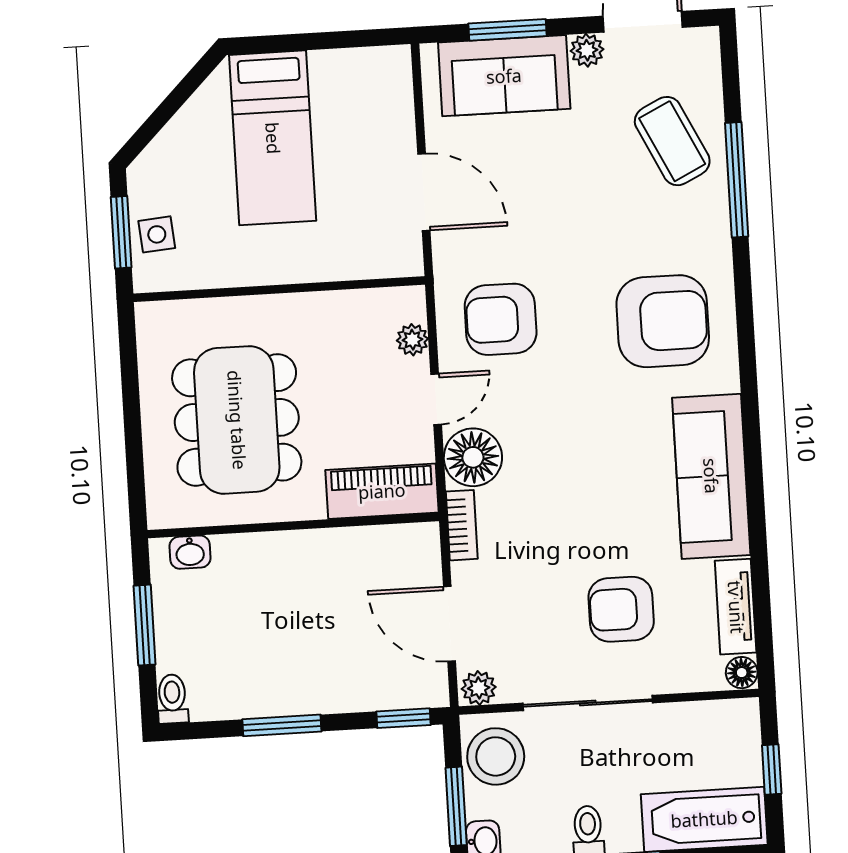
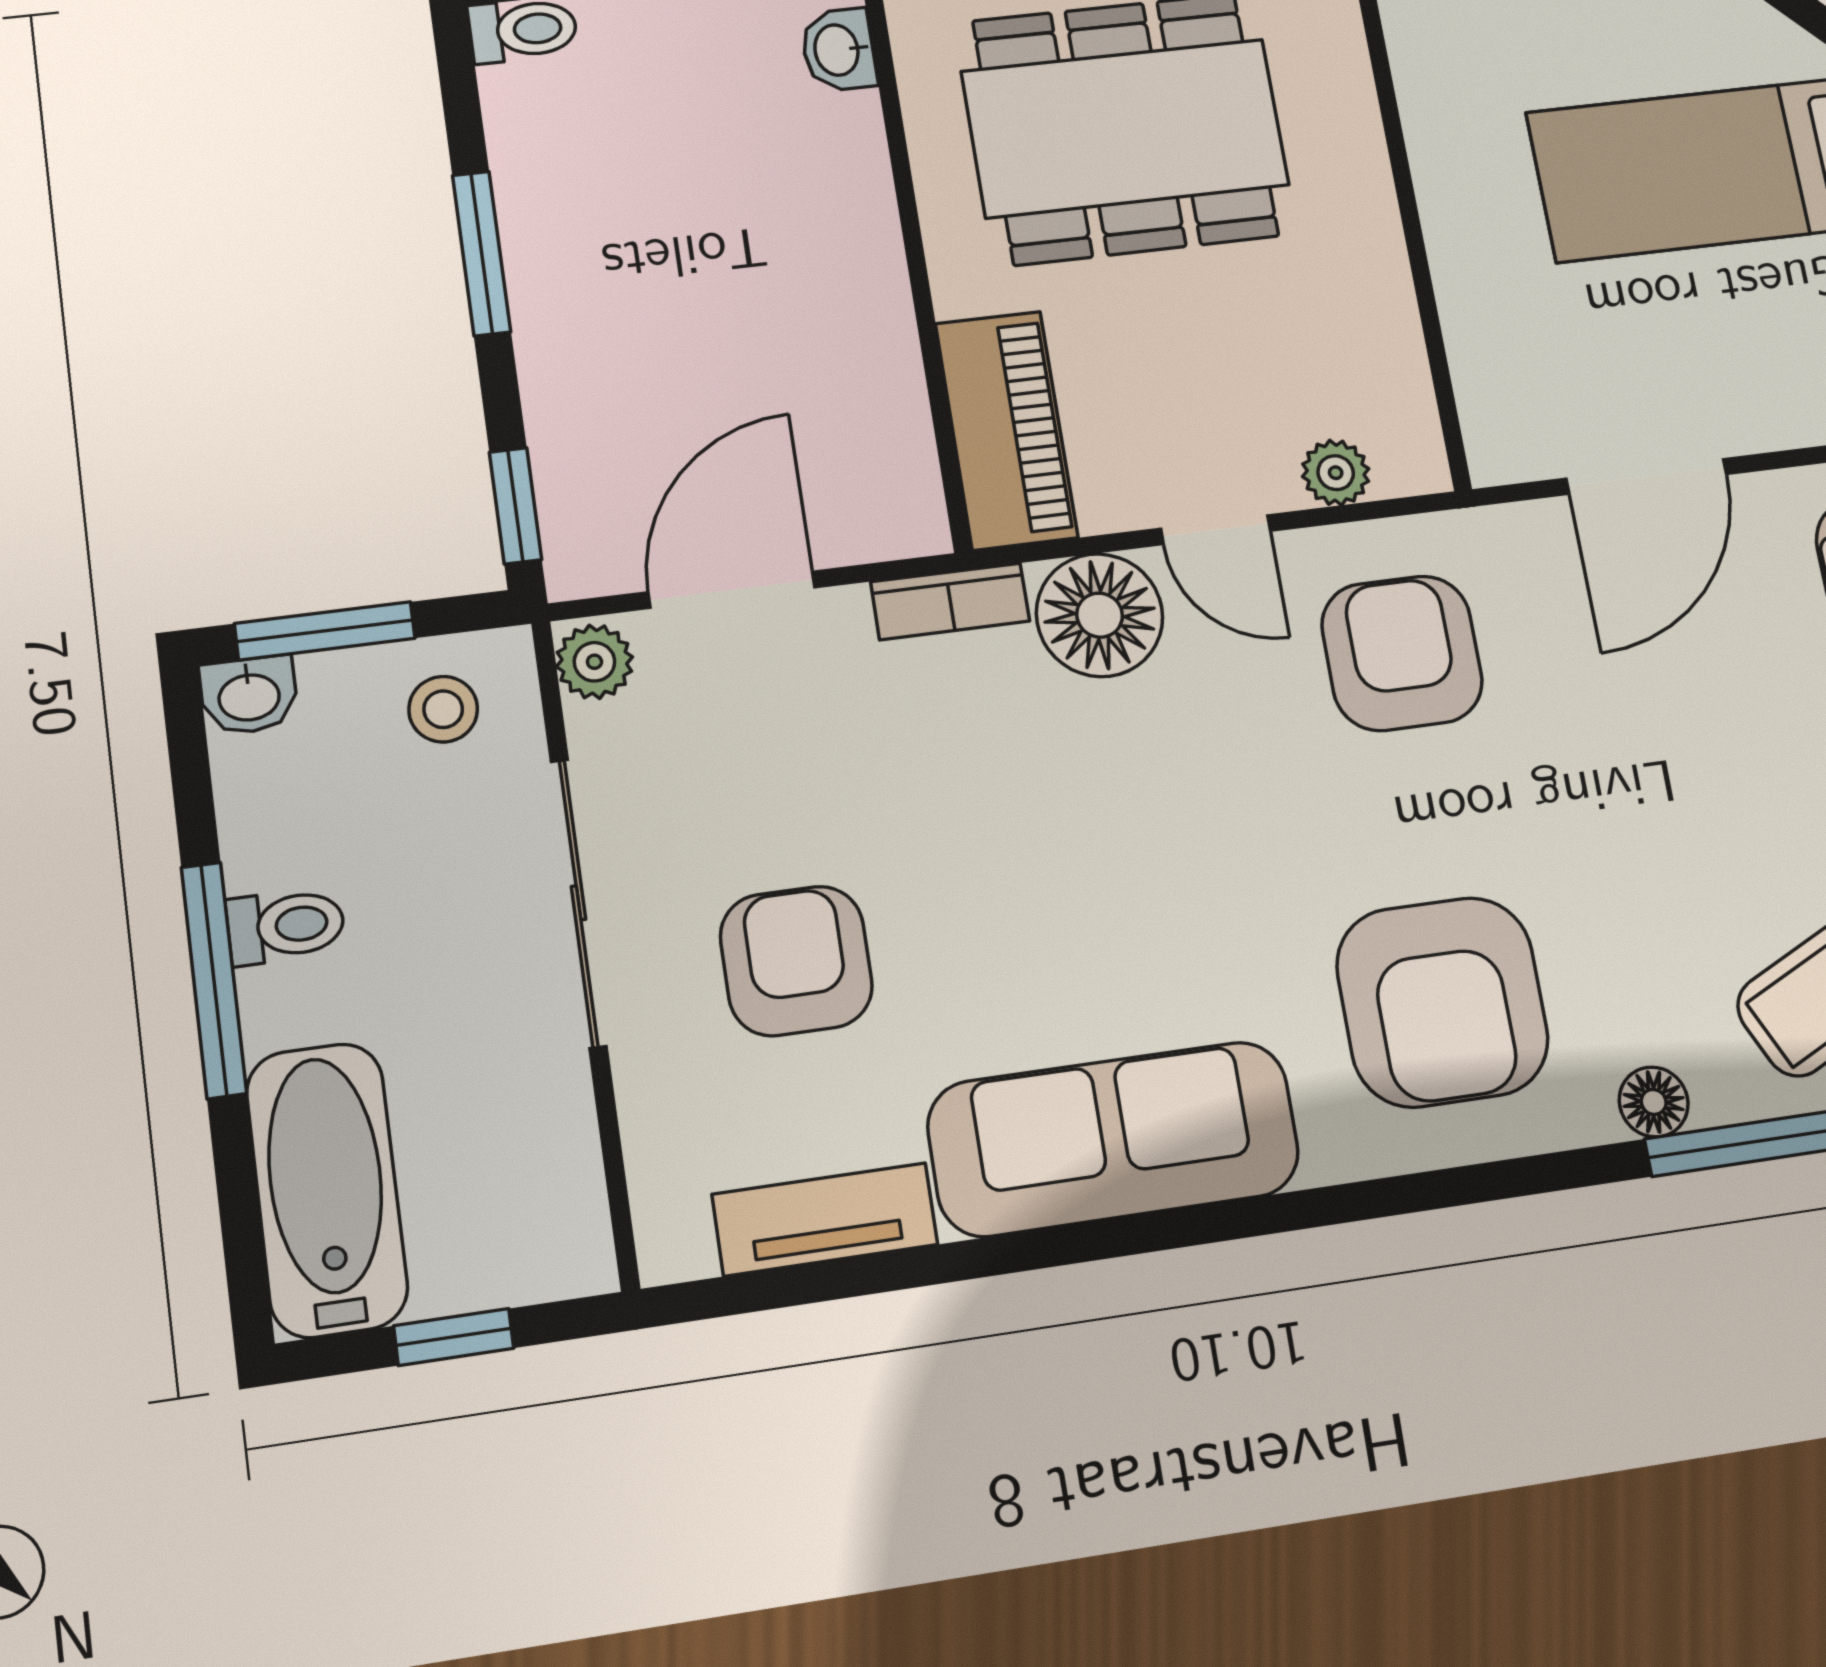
floor lamp: (742, 673) -> (1654, 1102), moved
stool: (496, 756) -> (443, 709), width x0.53, depth x0.53

